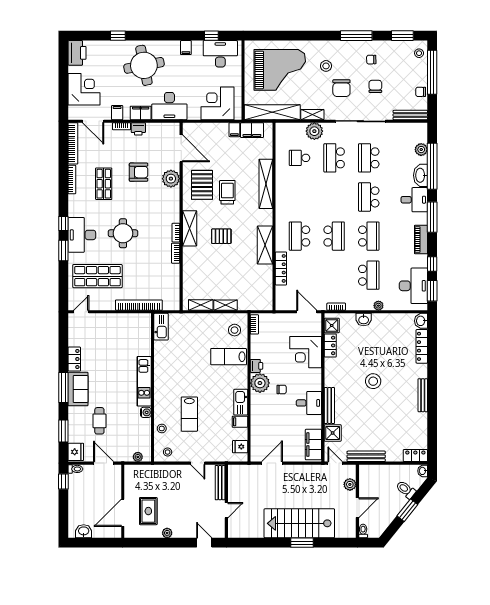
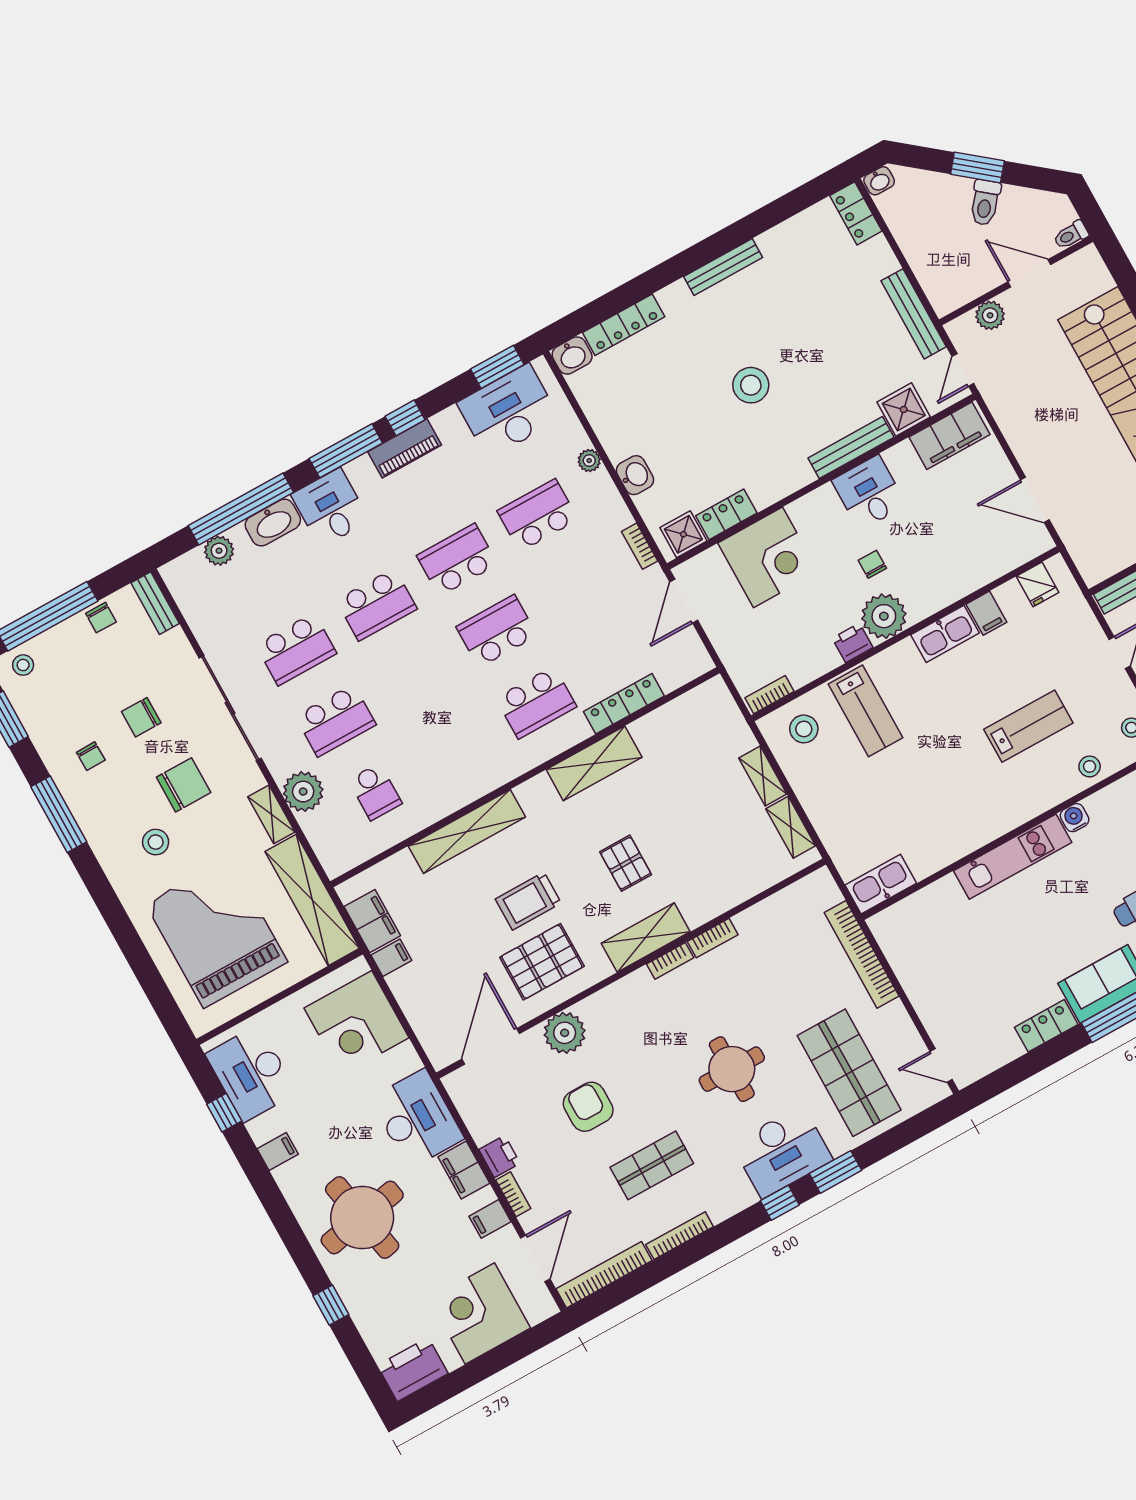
bench: (410, 115) -> (155, 603), width x0.73
window: (432, 264) -> (405, 418), moved
toilet: (406, 490) -> (985, 203), moved

